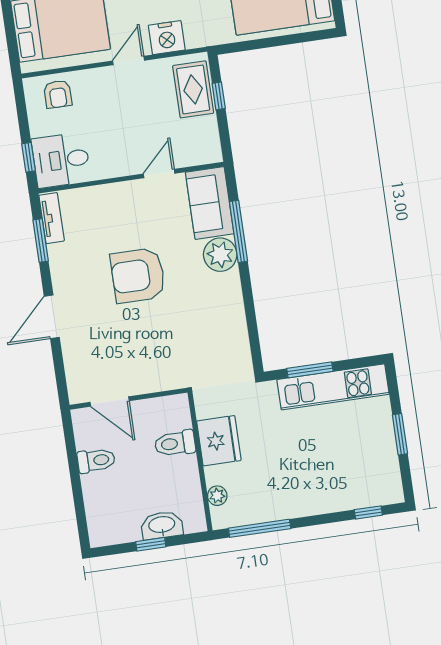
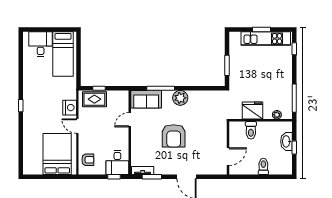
door: (159, 174) -> (130, 120), hinge flipped
plant: (220, 255) -> (180, 98), moved
kitchen unit: (333, 387) -> (266, 39), moved, turned 90
toilet: (96, 460) -> (263, 166), moved

